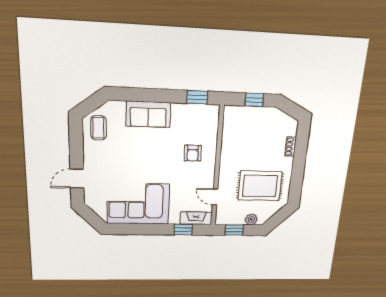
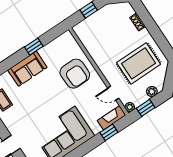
window: (197, 97) -> (34, 47), moved
armchair: (193, 153) -> (75, 74), width x1.88, depth x1.88
plant: (220, 220) -> (130, 107), added

